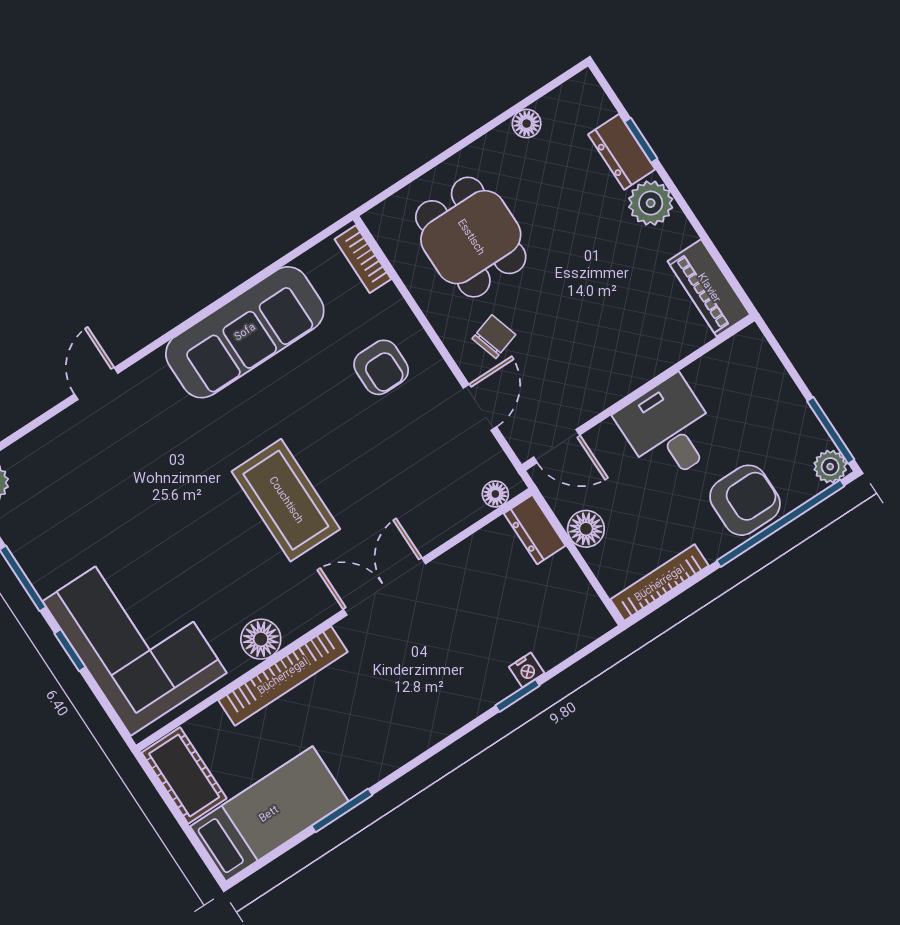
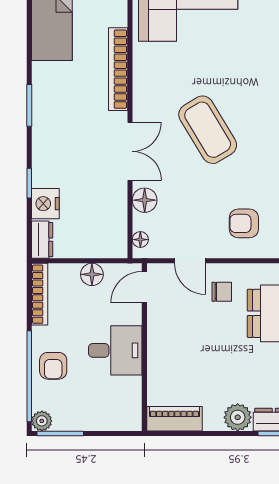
chair: (494, 337) -> (222, 292), turned -73
coffee table: (286, 500) -> (208, 130), turned 59
armchair: (745, 500) -> (53, 366), width x0.72, depth x0.72
dresser: (535, 529) -> (42, 240), moved, turned 90
floor lamp: (261, 639) -> (145, 200), moved
nightstand: (527, 670) -> (45, 204), width x1.89, depth x1.79
window: (342, 810) -> (29, 105), moved

